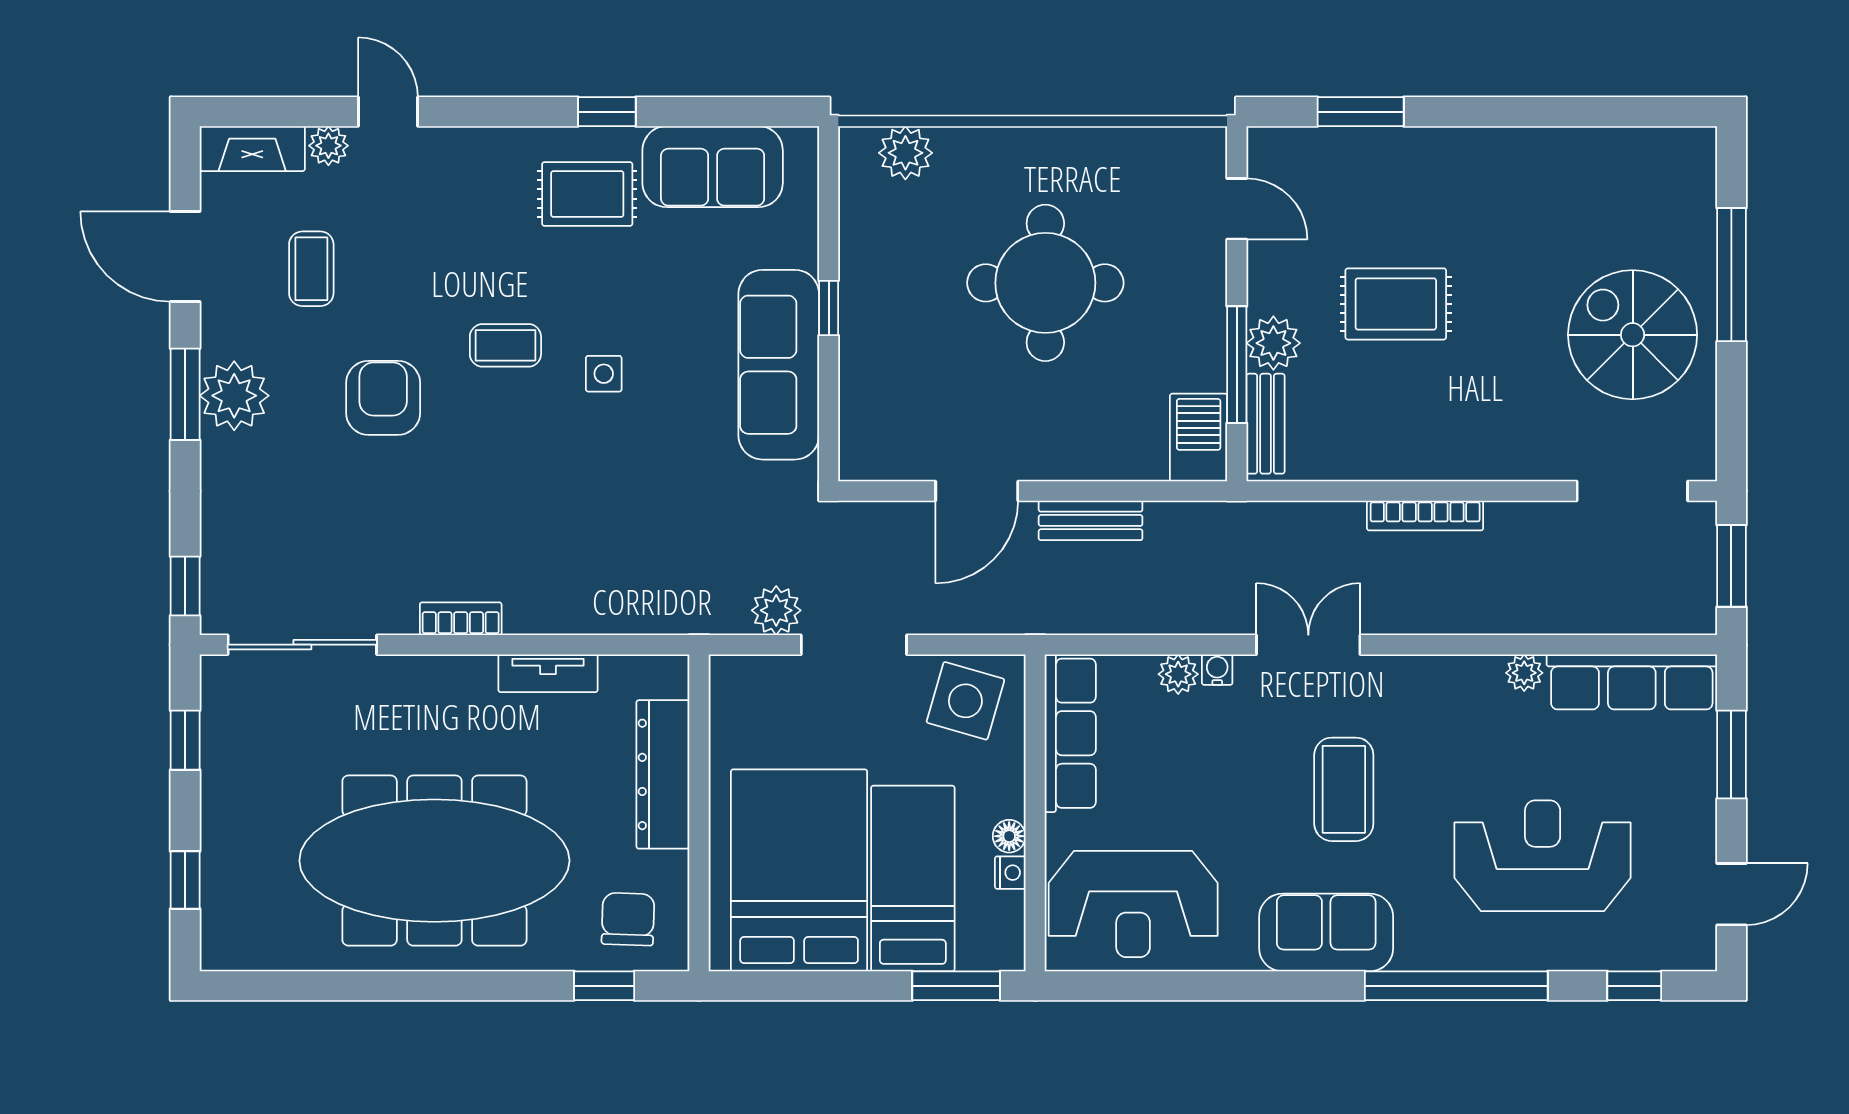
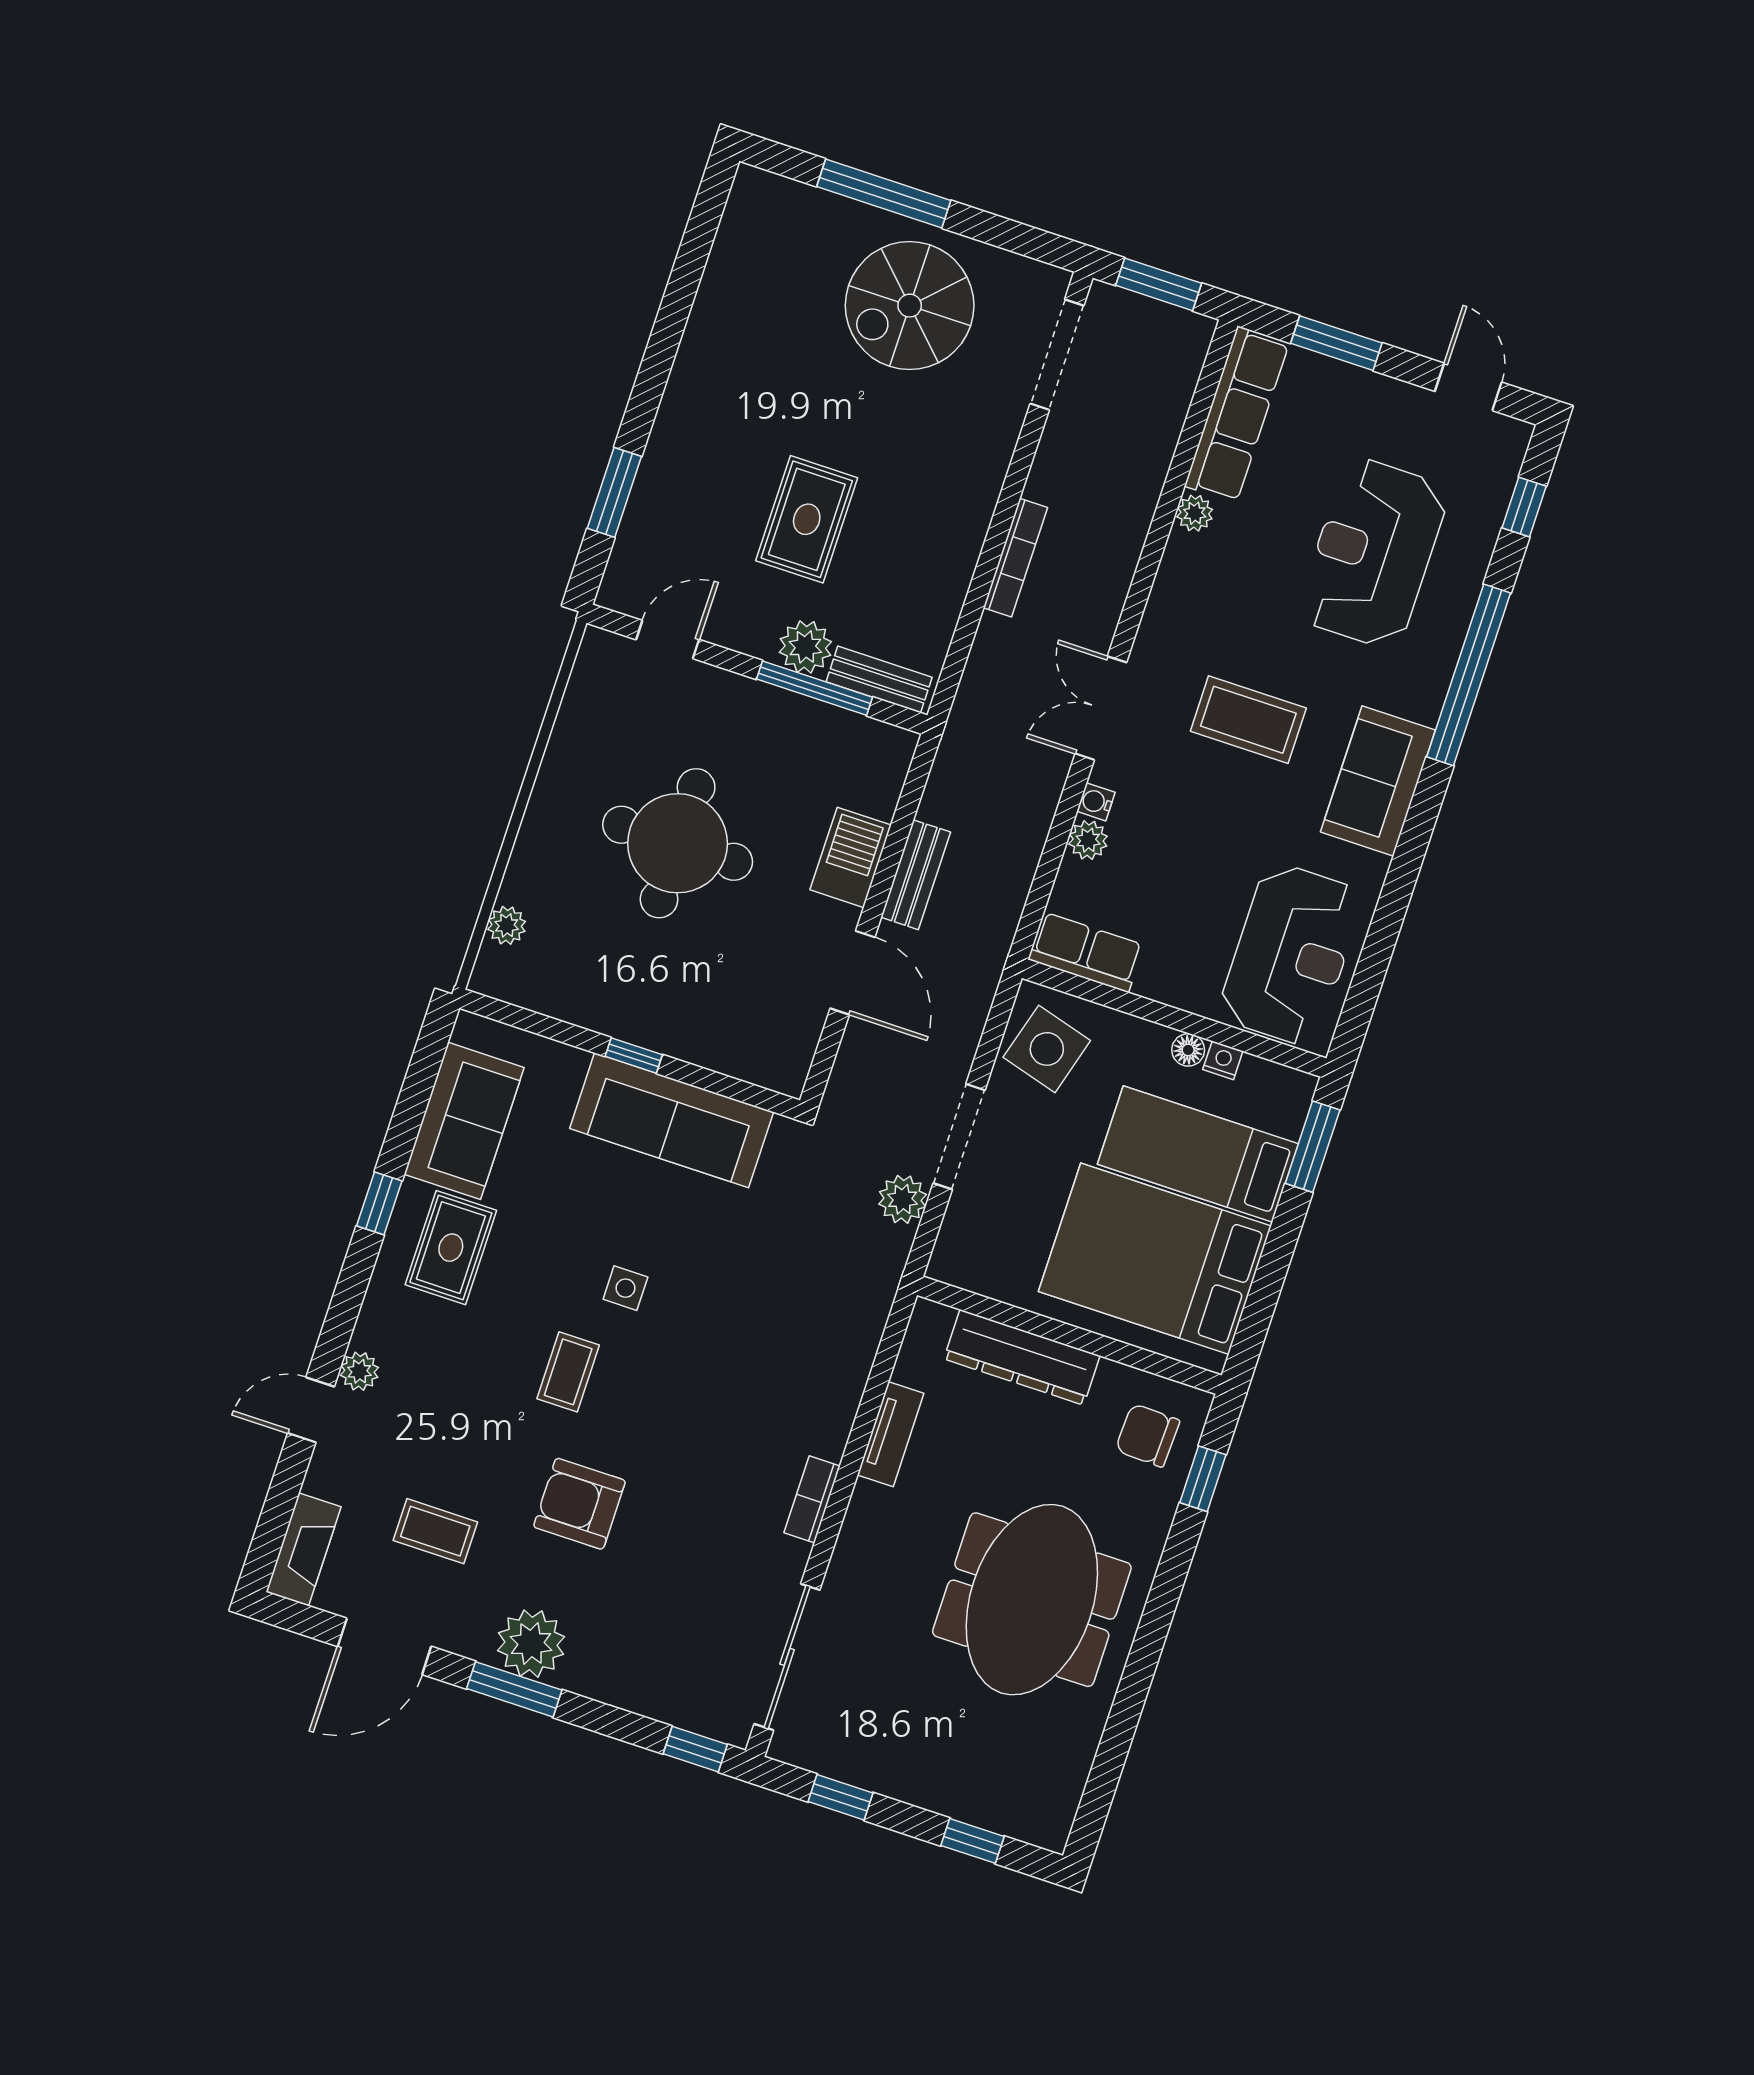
plant: (328, 146) -> (359, 1371), moved
plant: (905, 153) -> (507, 925), width x0.73, depth x0.73
barbecue: (1199, 438) -> (851, 857), moved, turned 90
row of seats: (1070, 733) -> (1086, 952), width x0.68
meeting table: (434, 861) -> (1032, 1600), width x0.73

